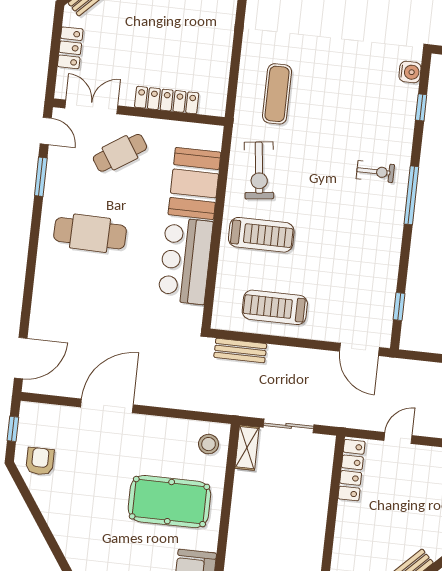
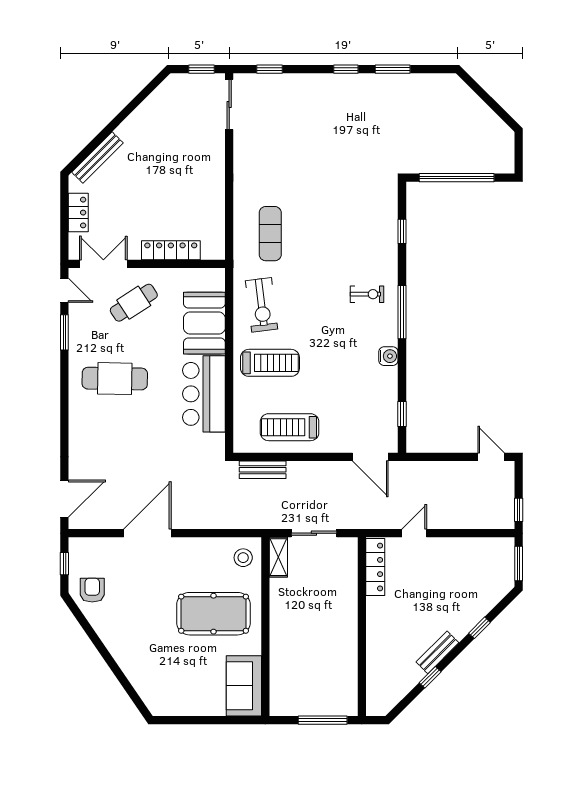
water cooler: (410, 72) -> (388, 356), moved

